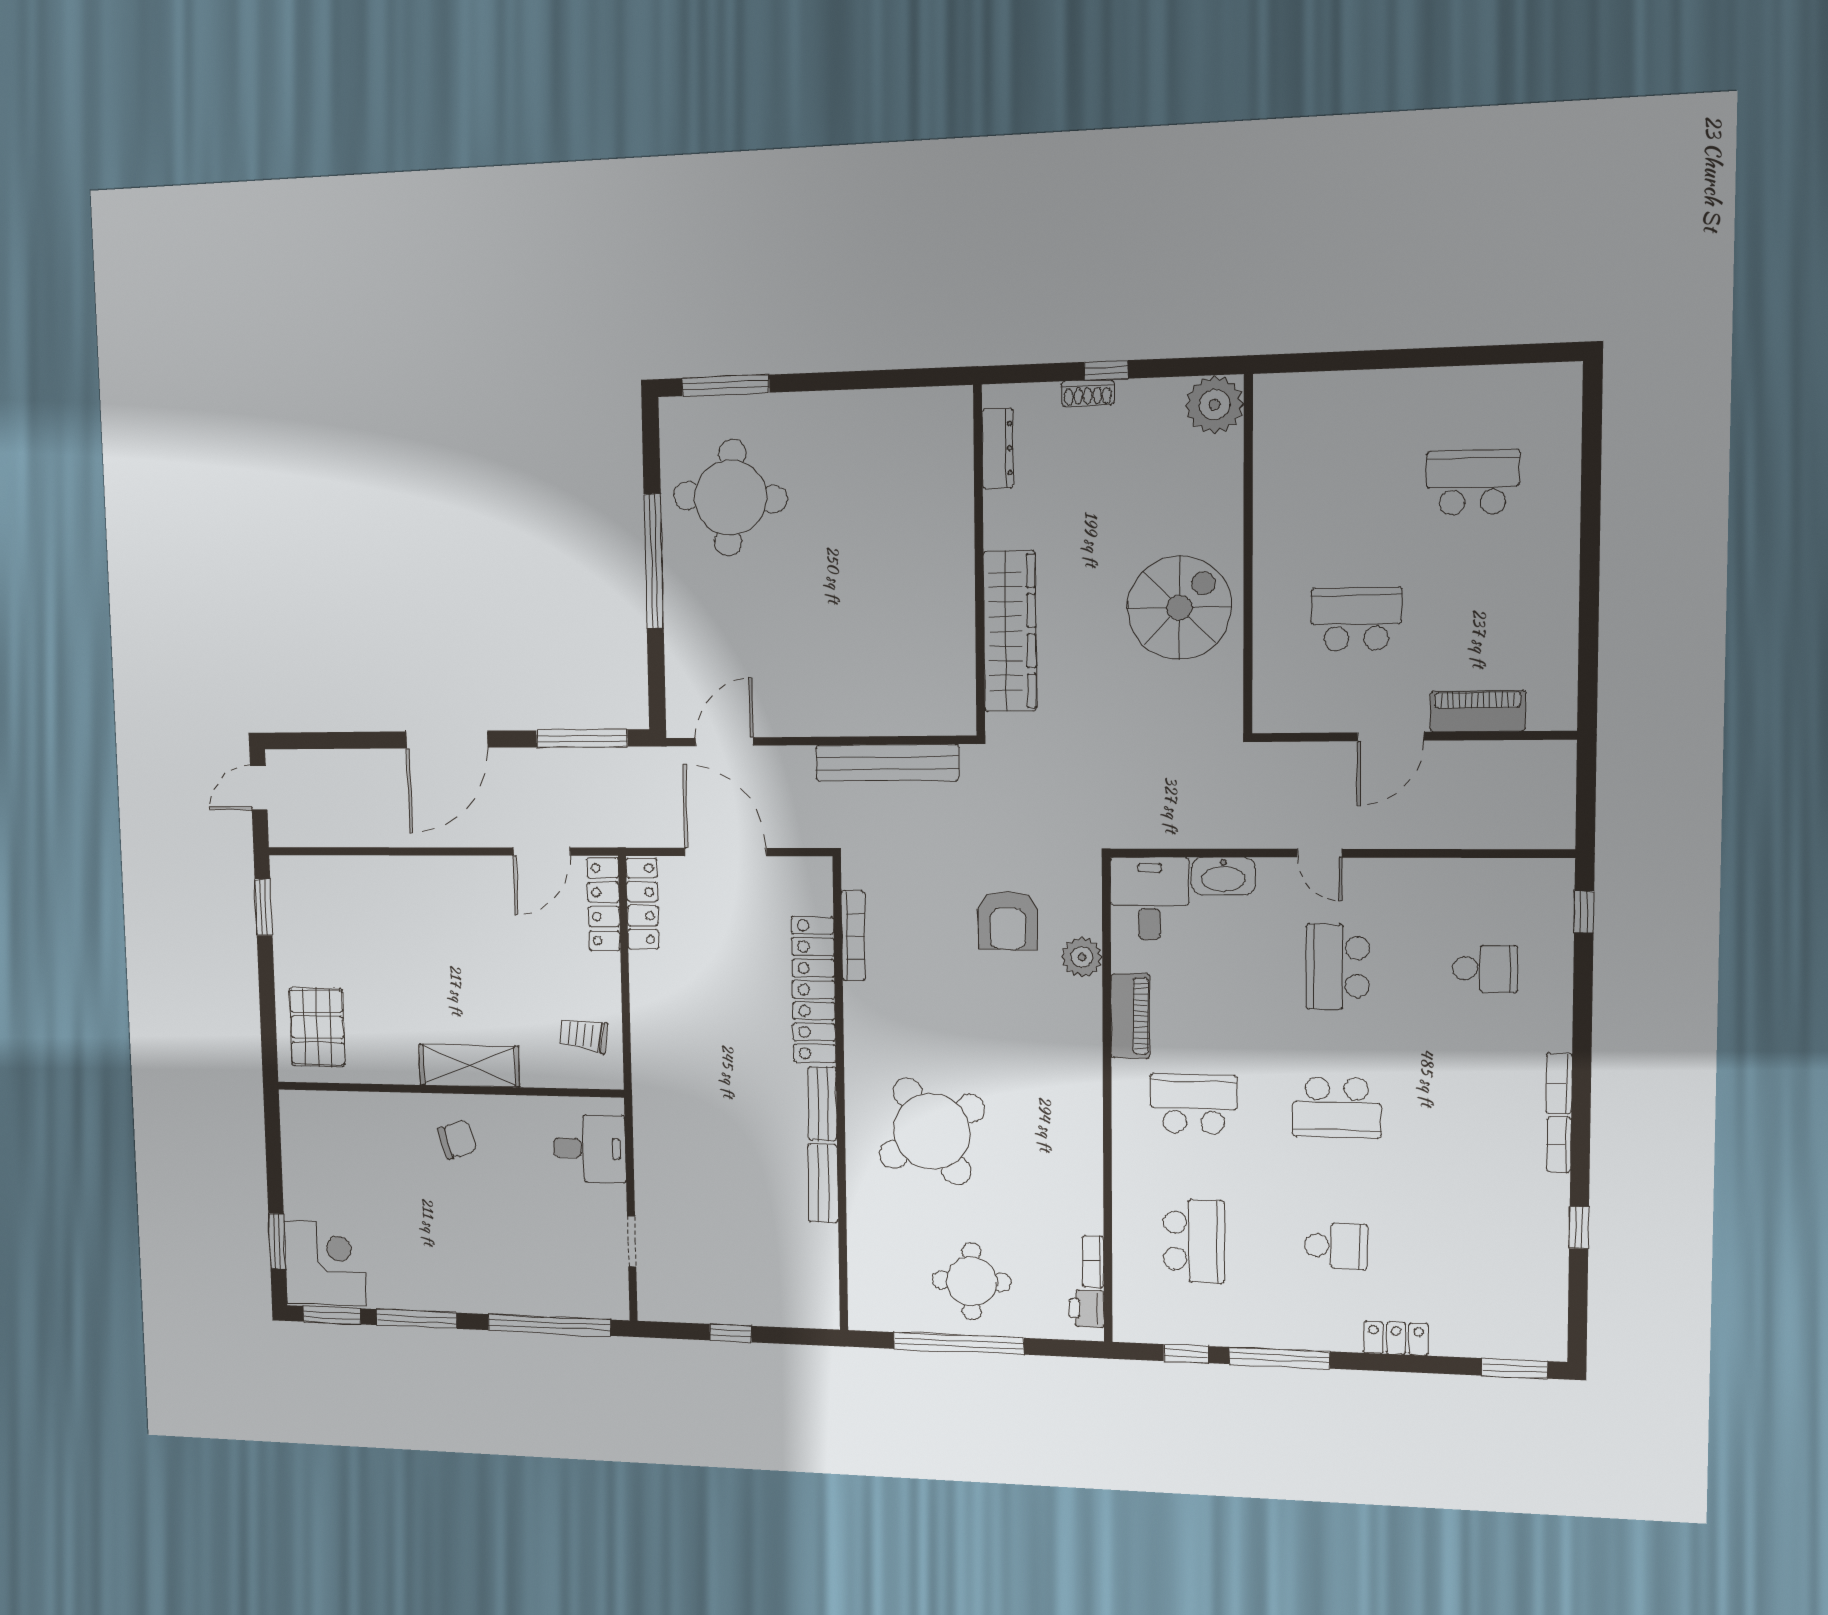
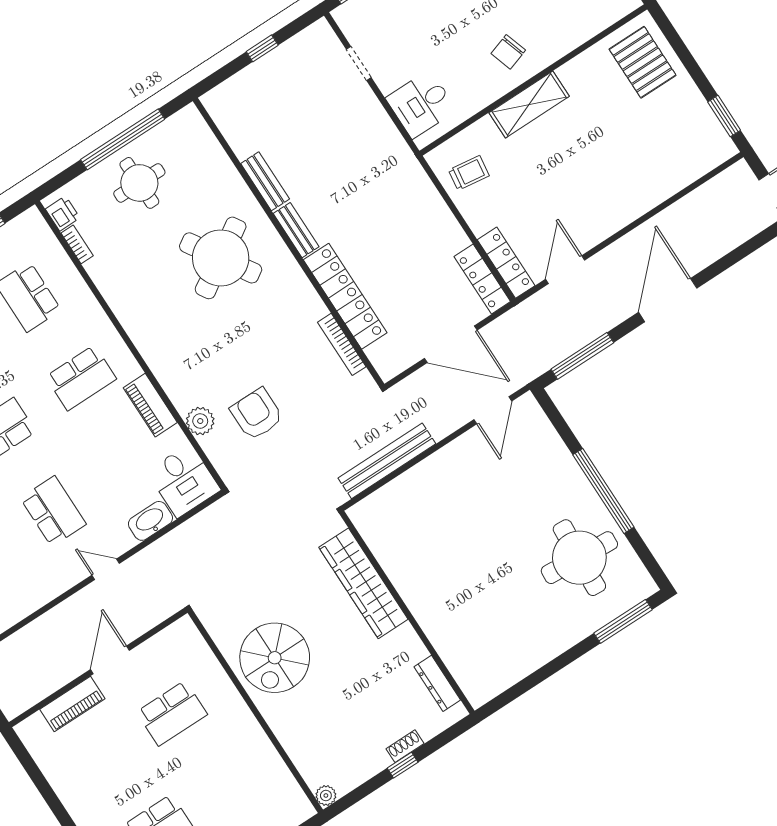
plant: (1214, 405) -> (326, 795), width x0.53, depth x0.53

